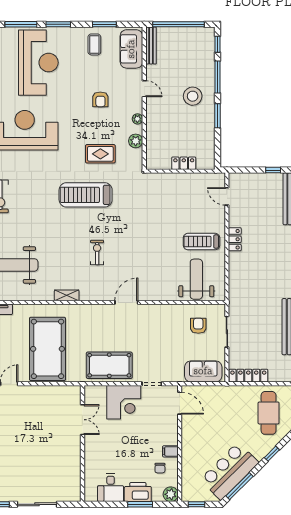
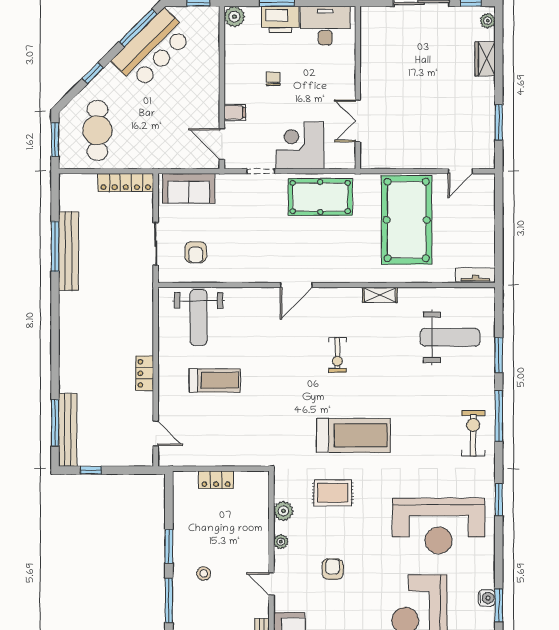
stool: (193, 96) -> (204, 573), width x0.53, depth x0.53
treadmill: (202, 242) -> (215, 380), moved
filing cabinet: (170, 451) -> (235, 112), moved
chair: (160, 468) -> (273, 79), moved
desk: (111, 488) -> (325, 26), width x1.37

